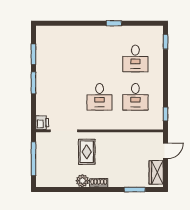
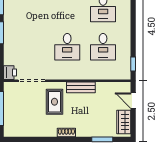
bench: (113, 138) -> (81, 87), added
door: (166, 151) -> (133, 101), swing flipped
plant: (82, 181) -> (50, 131), removed

